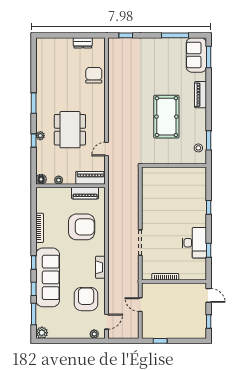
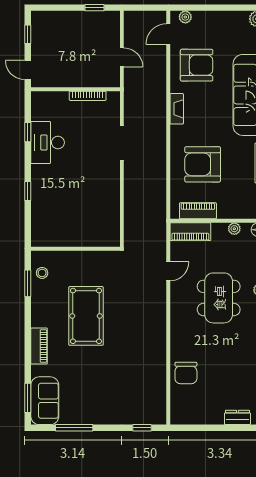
dresser: (83, 43) -> (237, 417), moved
armchair: (86, 299) -> (197, 65), turned -90

